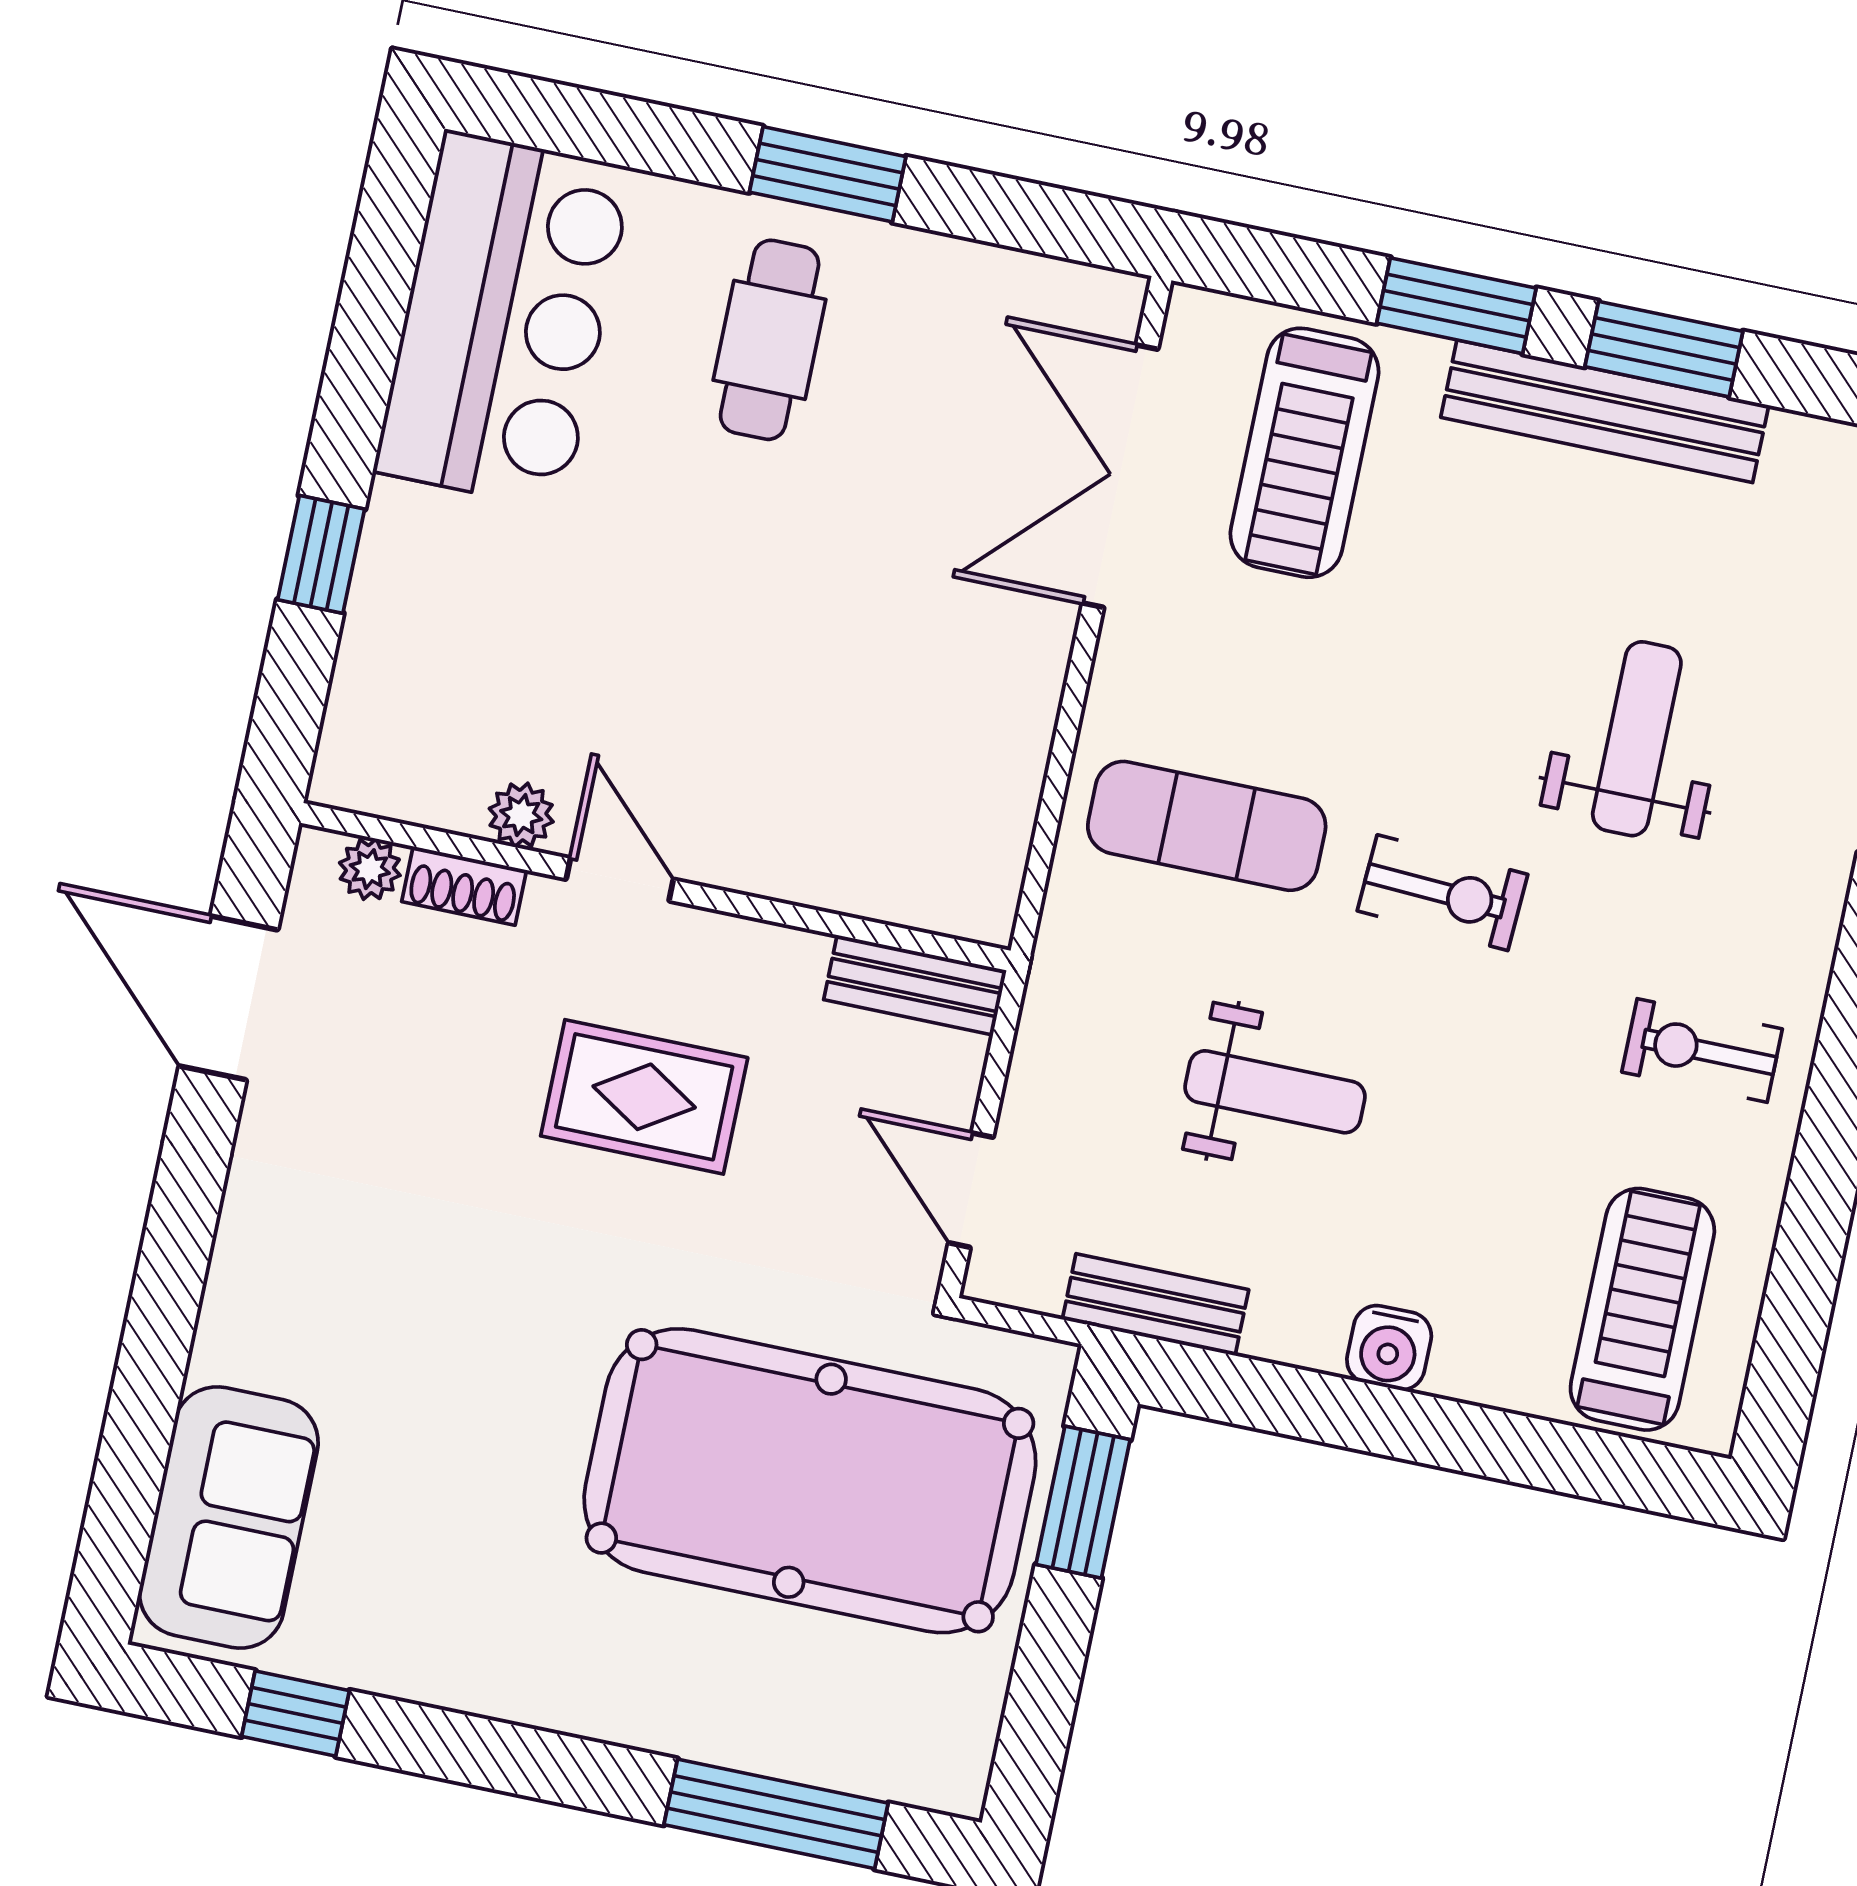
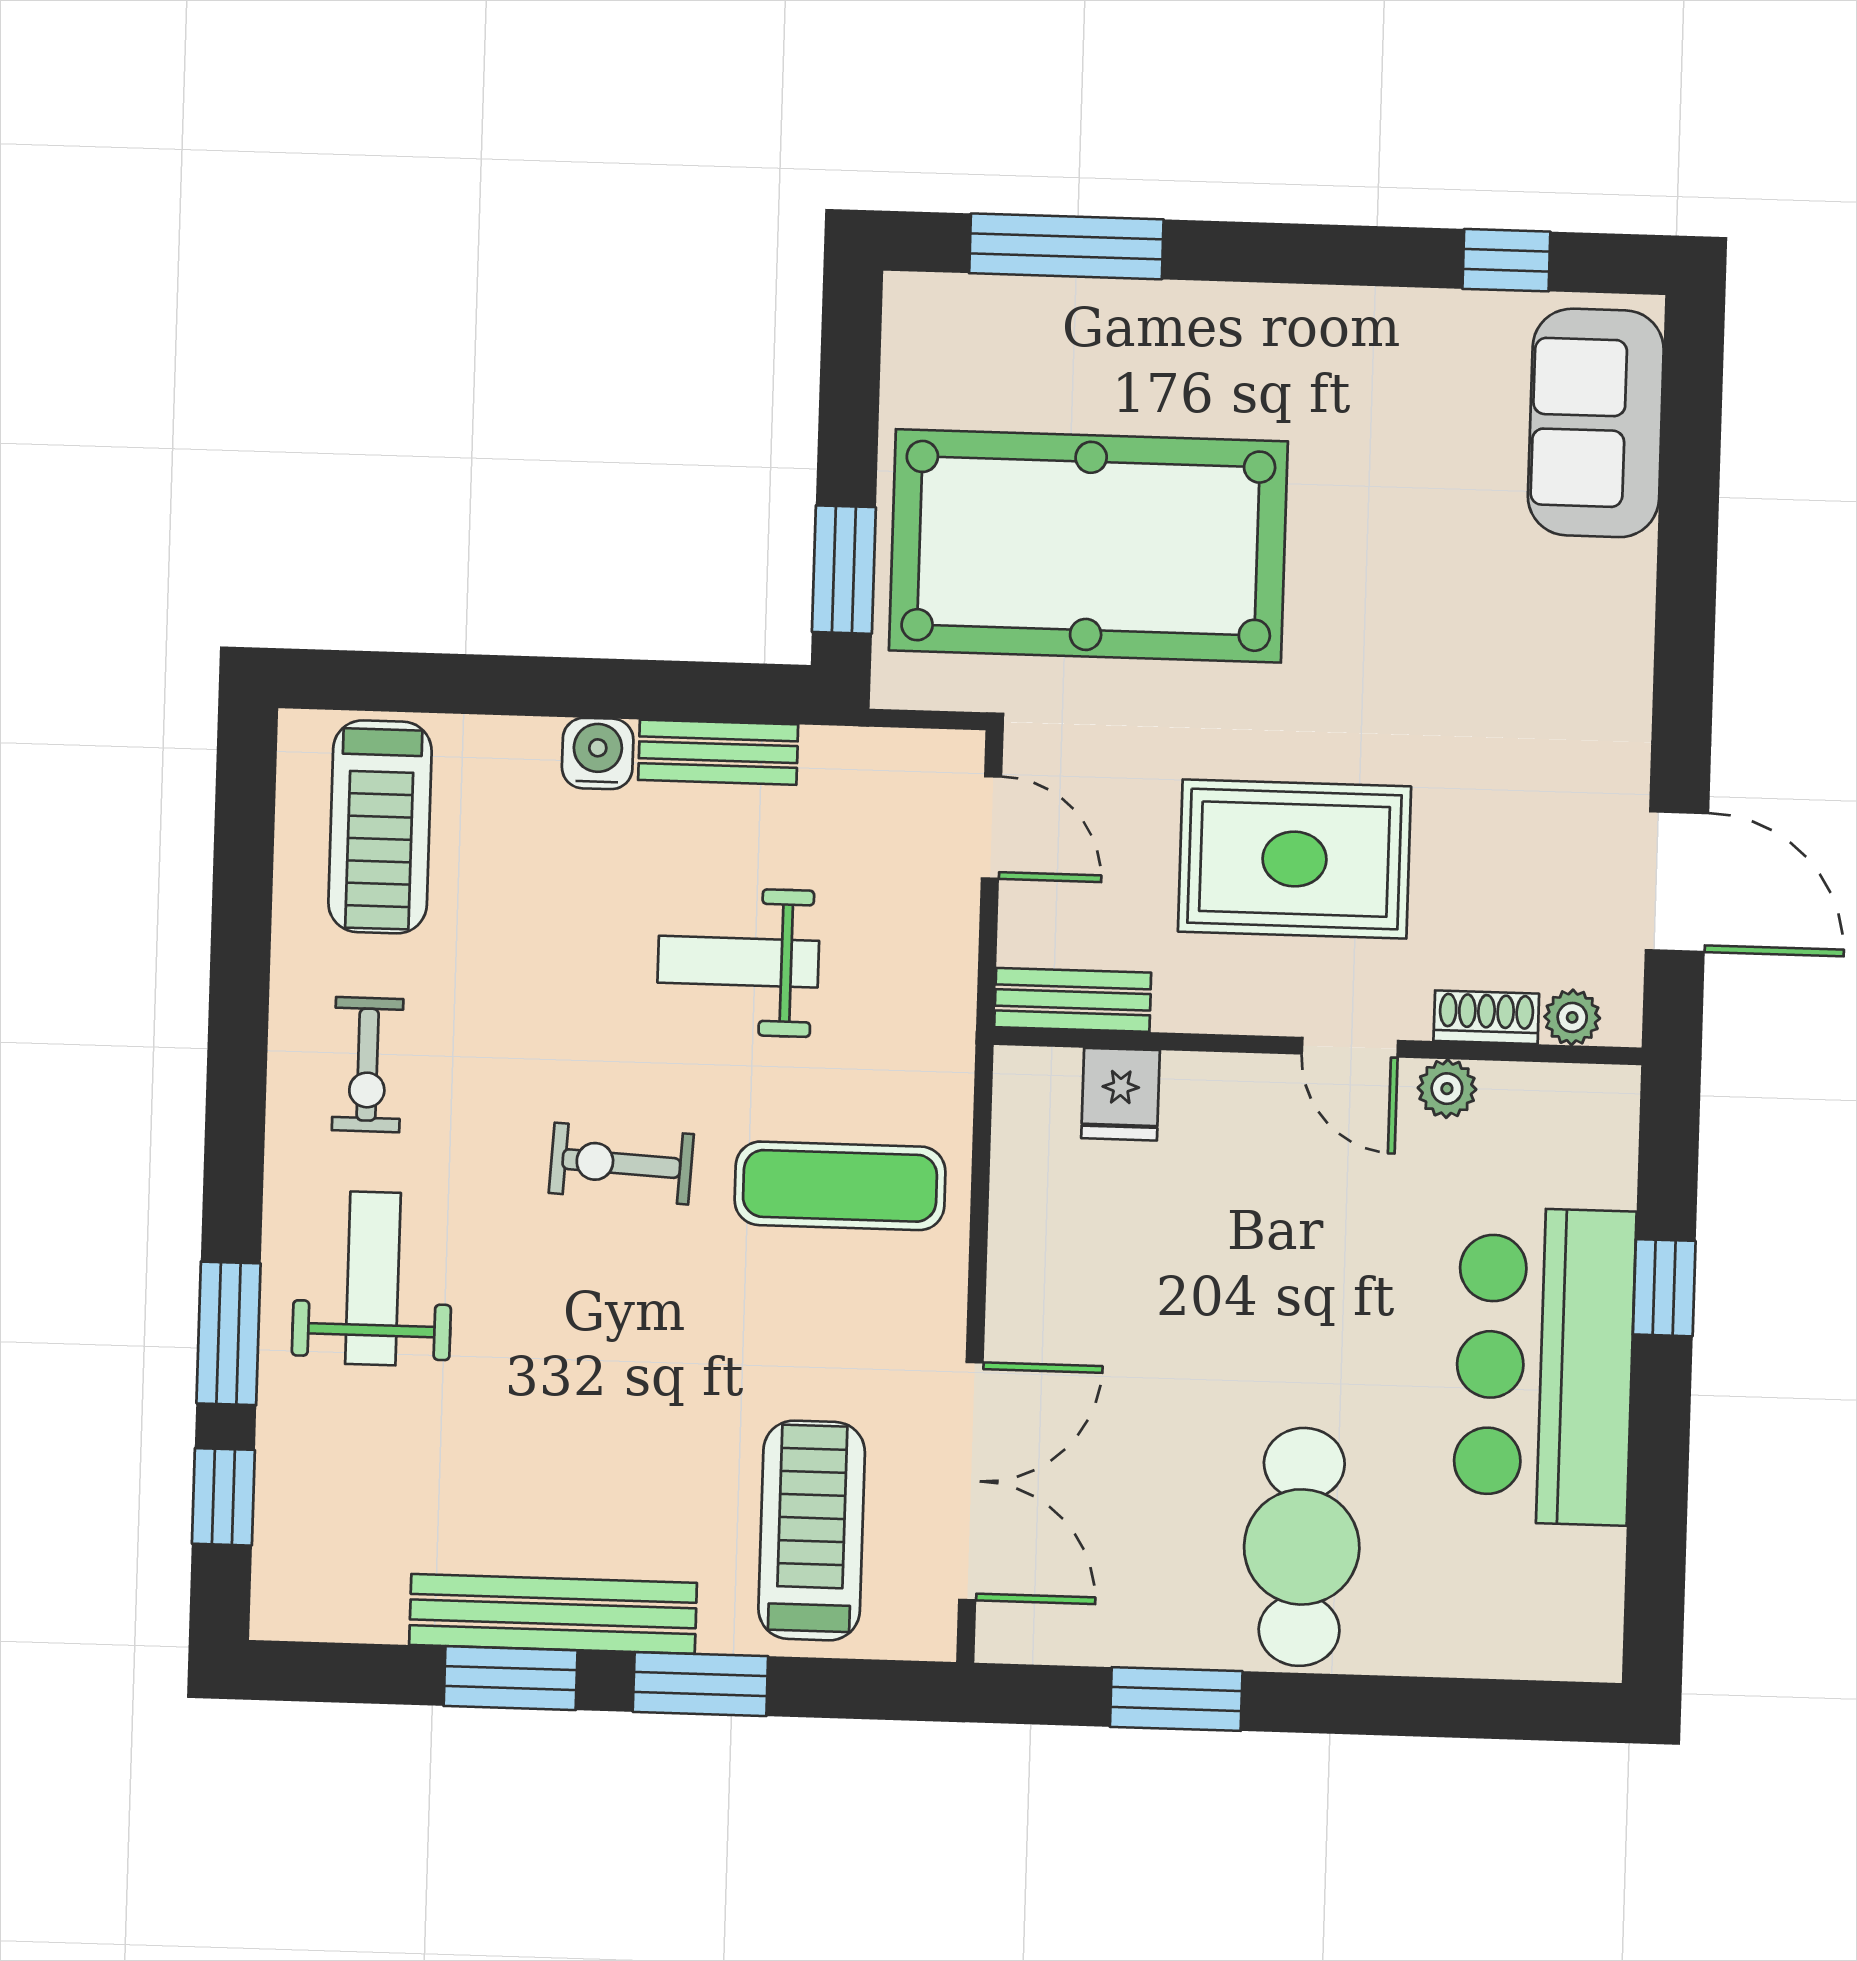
window: (828, 174) -> (1176, 1699), moved
bar counter: (504, 320) -> (1544, 1366), moved
cafe table: (770, 340) -> (1302, 1547), width x1.37, depth x1.35
weight bench: (1637, 739) -> (373, 1278), moved, turned 180
fridge: (881, 872) -> (1121, 1094), added
exercise bike: (1702, 1050) -> (368, 1065), turned 90
rug: (644, 1097) -> (1295, 859), width x1.36, depth x1.43
bench: (1155, 1305) -> (718, 752), moved

